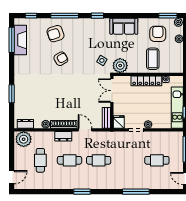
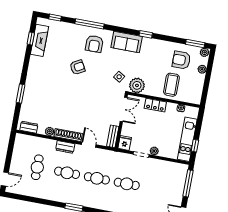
window: (97, 16) -> (146, 34), moved
sofa: (124, 26) -> (127, 42), moved
armchair: (56, 34) -> (94, 44), moved, turned -72
armchair: (158, 34) -> (181, 60), turned -90
window: (12, 40) -> (31, 38), width x0.46
locker: (146, 81) -> (155, 105), width x0.66
double door: (112, 91) -> (124, 109), swing flipped
plant: (24, 139) -> (24, 143), removed
cafe table: (157, 160) -> (127, 184), moved

